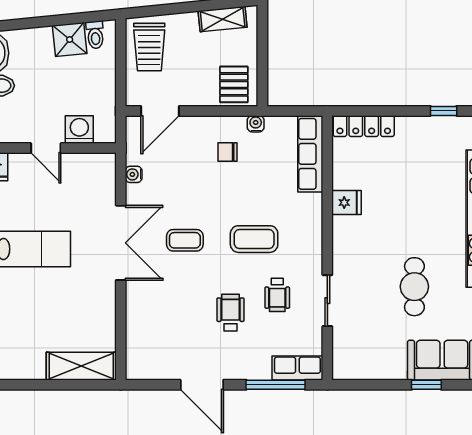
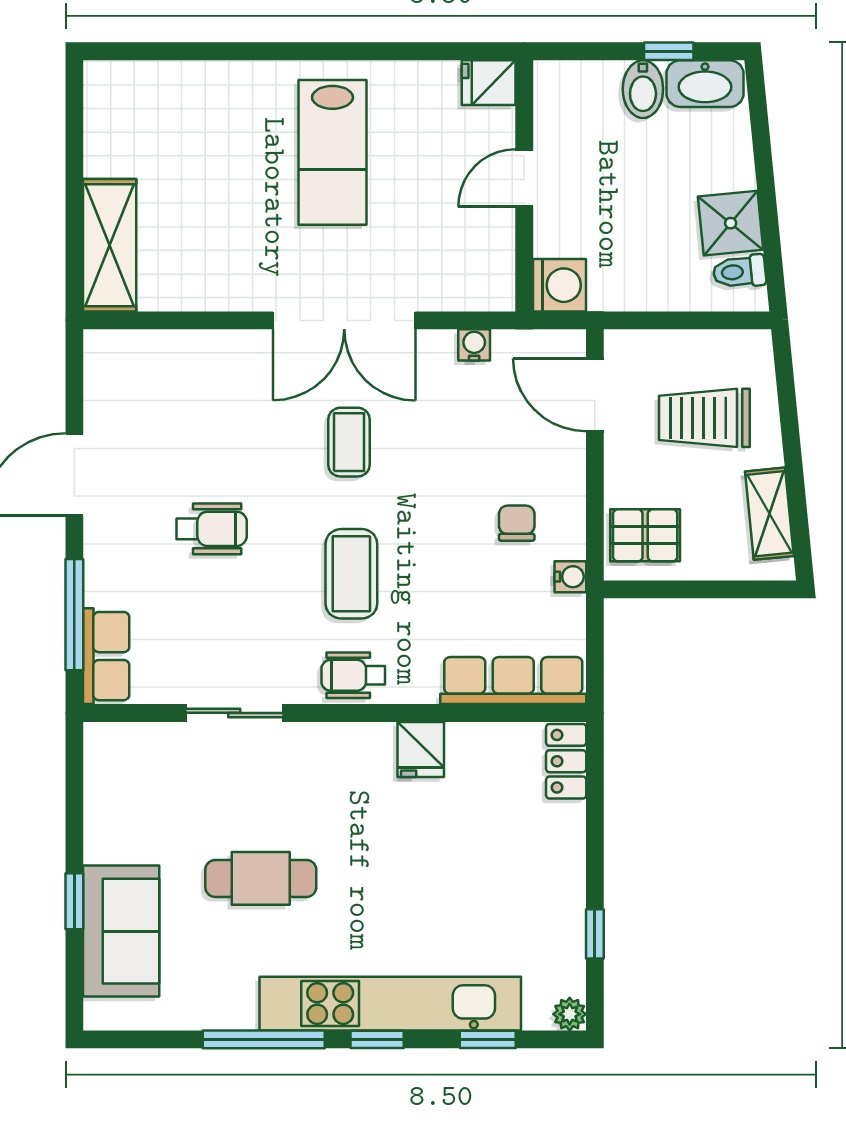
trolley: (149, 47) -> (704, 418), moved
locker: (364, 126) -> (566, 761), width x0.66
washing machine: (79, 130) -> (560, 285), moved
wheelchair: (277, 295) -> (353, 675), moved

